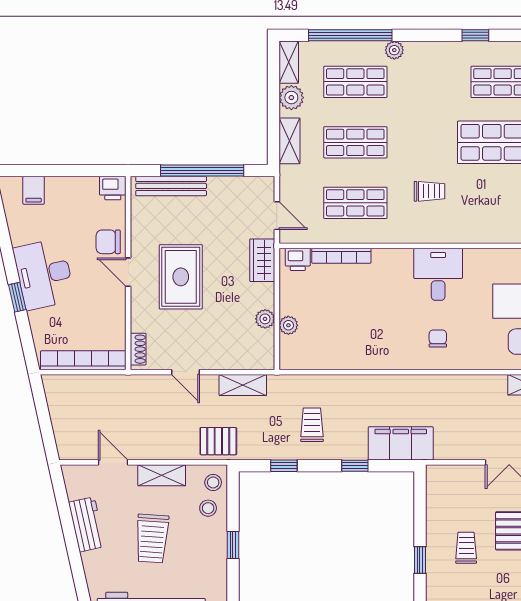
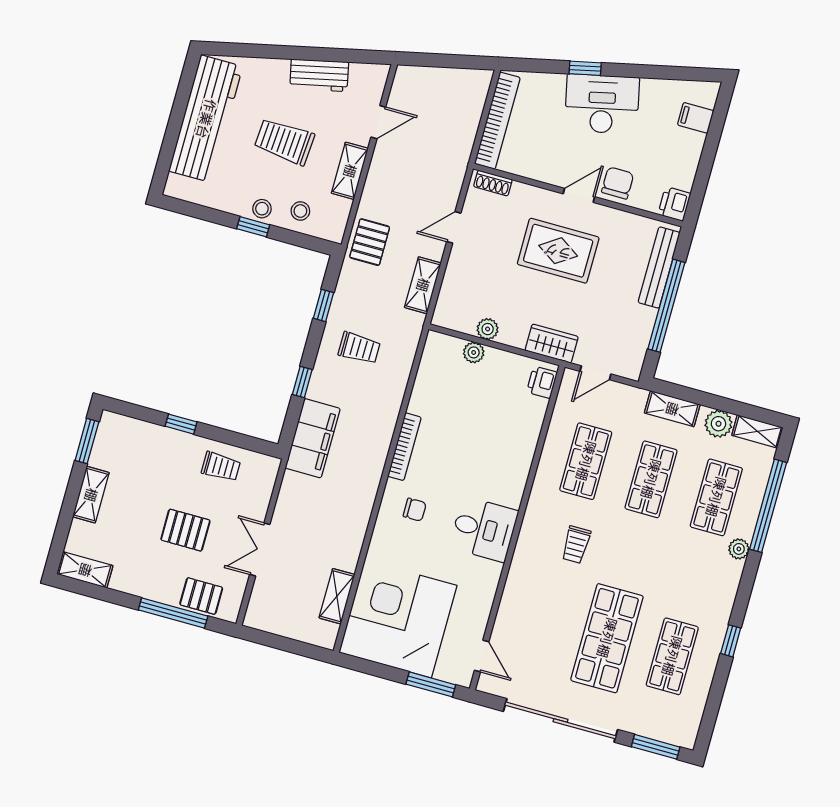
bookcase: (341, 256) -> (404, 447), moved, turned 180
stool: (213, 482) -> (262, 209), moved
trolley: (466, 548) -> (221, 467), moved

